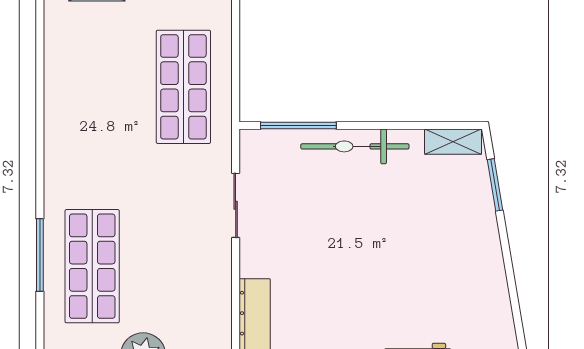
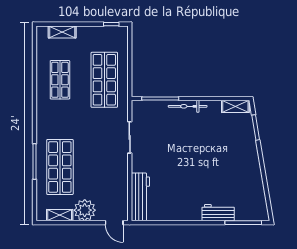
shop shelf: (92, 87) -> (60, 80), added
bicycle: (355, 146) -> (188, 106), width x0.73, depth x0.71

